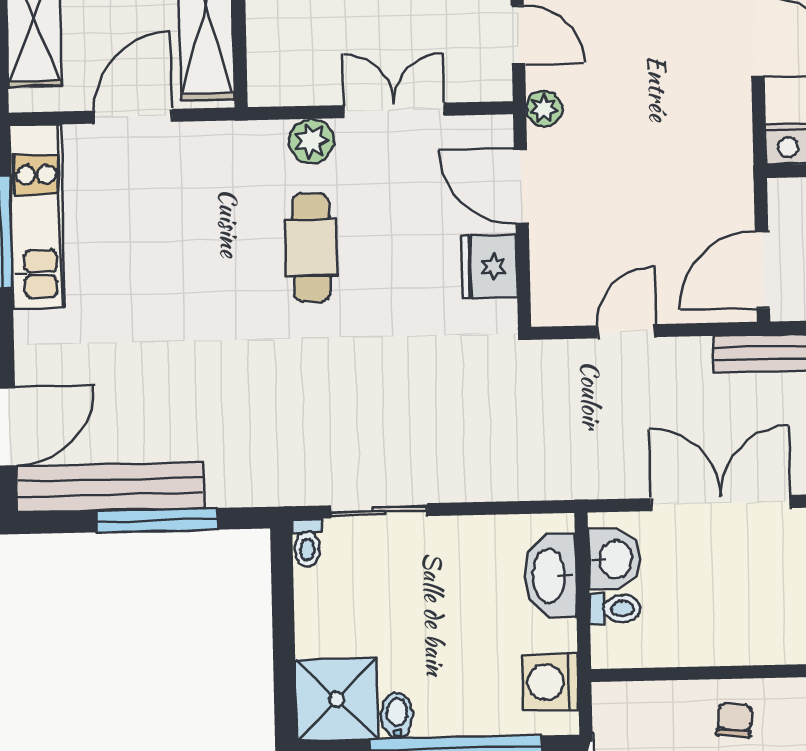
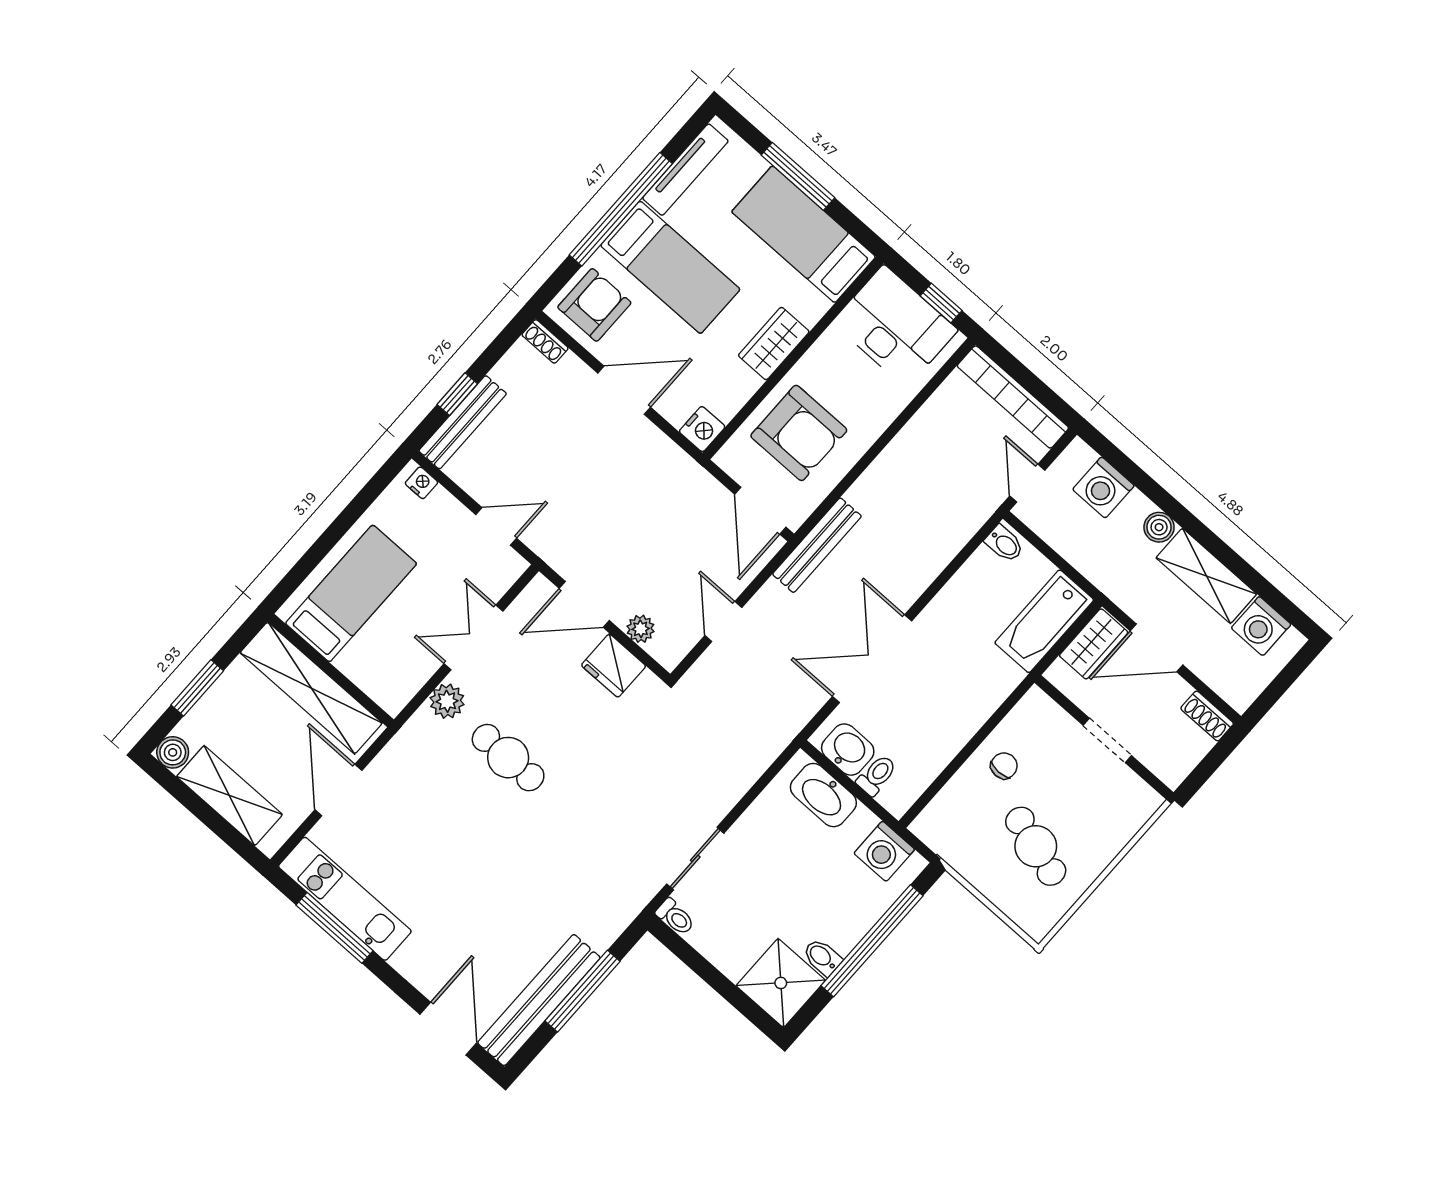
plant: (544, 109) -> (641, 629), moved
chair: (735, 720) -> (1004, 766), turned 85

